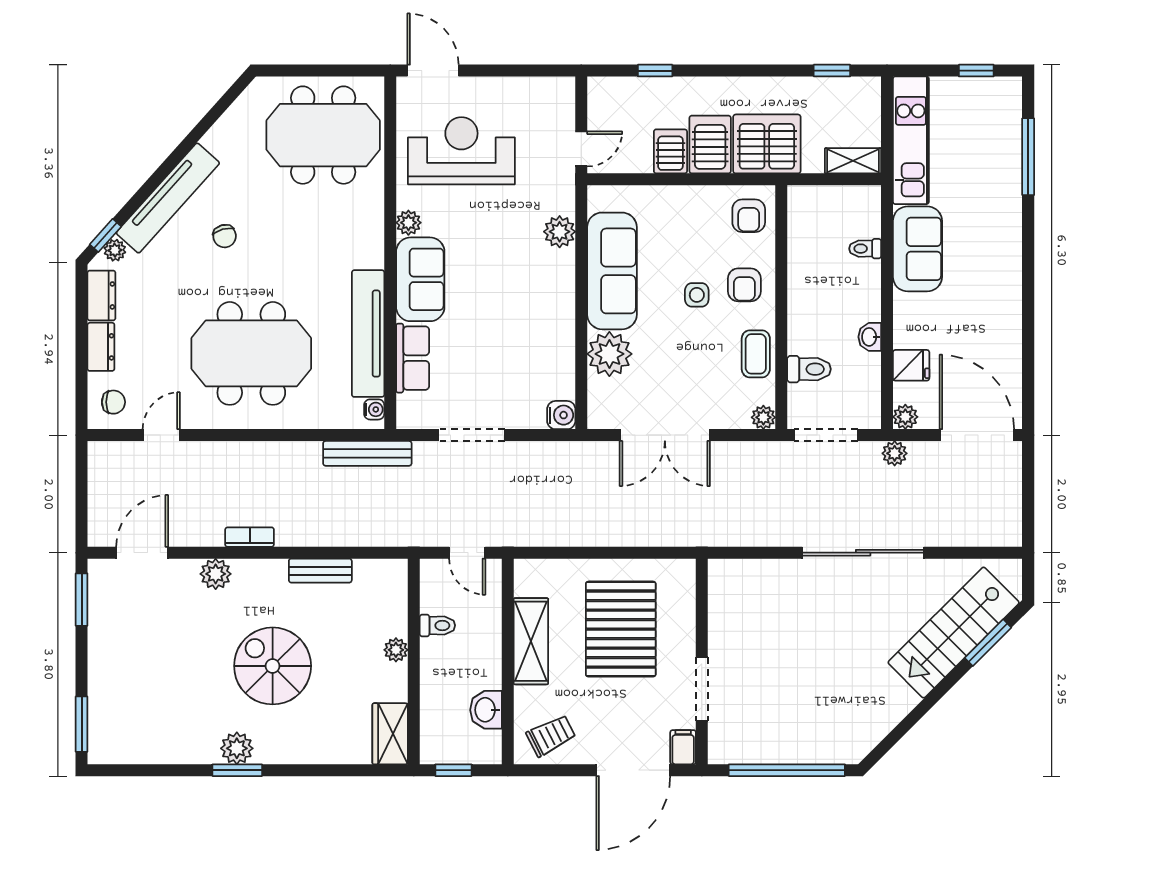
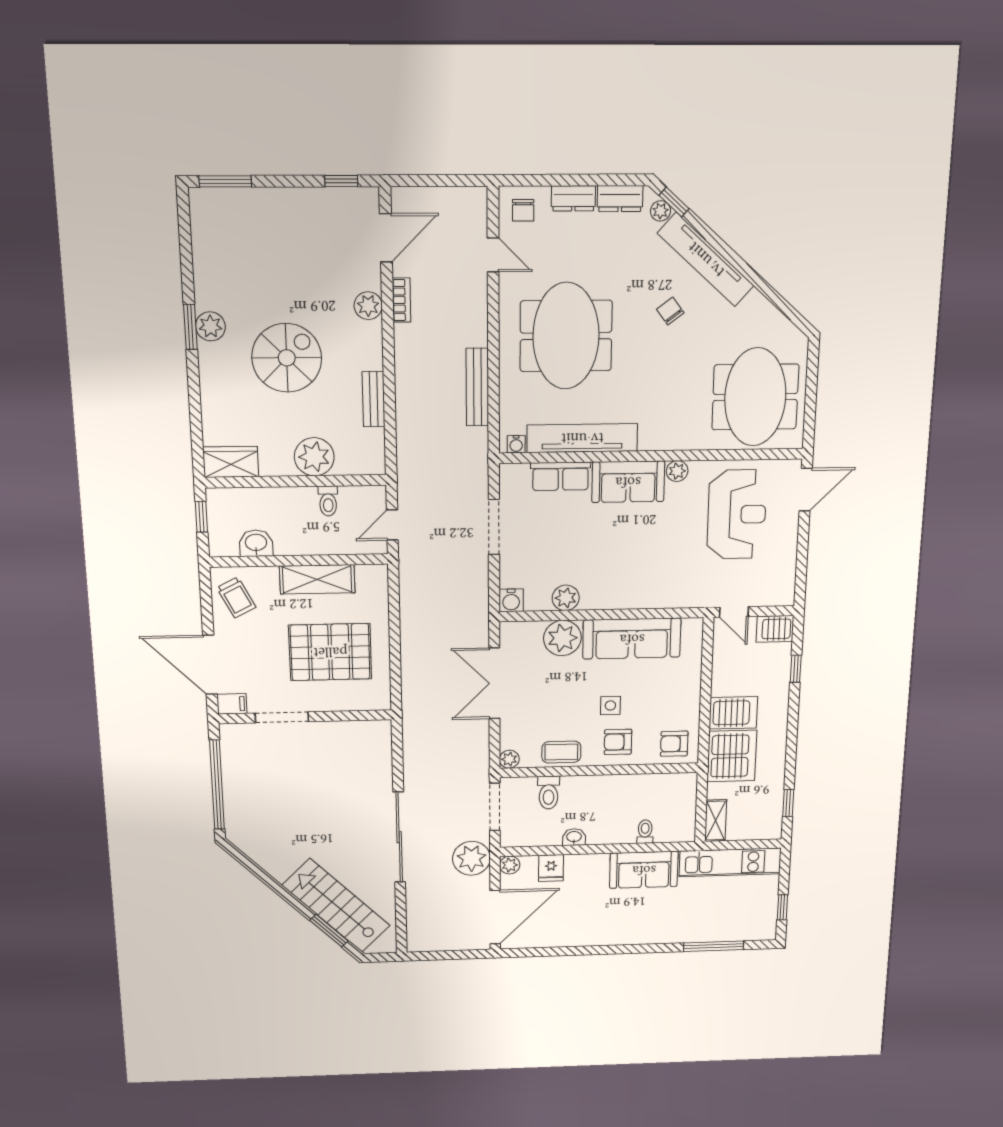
server rack: (670, 151) -> (775, 629), moved, turned 180
plant: (560, 232) -> (566, 598), moved
chair: (225, 236) -> (670, 311), turned 69
bench: (367, 453) -> (477, 387), moved
plant: (895, 453) -> (471, 858), width x1.88, depth x1.88
bookcase: (250, 537) -> (401, 300), moved
door: (142, 553) -> (386, 238), hinge flipped
window: (82, 600) -> (341, 181), width x0.67
plant: (396, 650) -> (314, 457), width x1.87, depth x1.87

